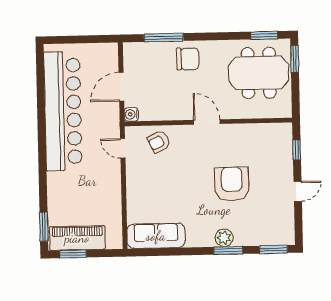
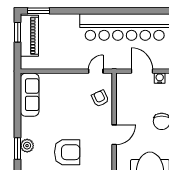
water cooler: (131, 114) -> (160, 78), moved

